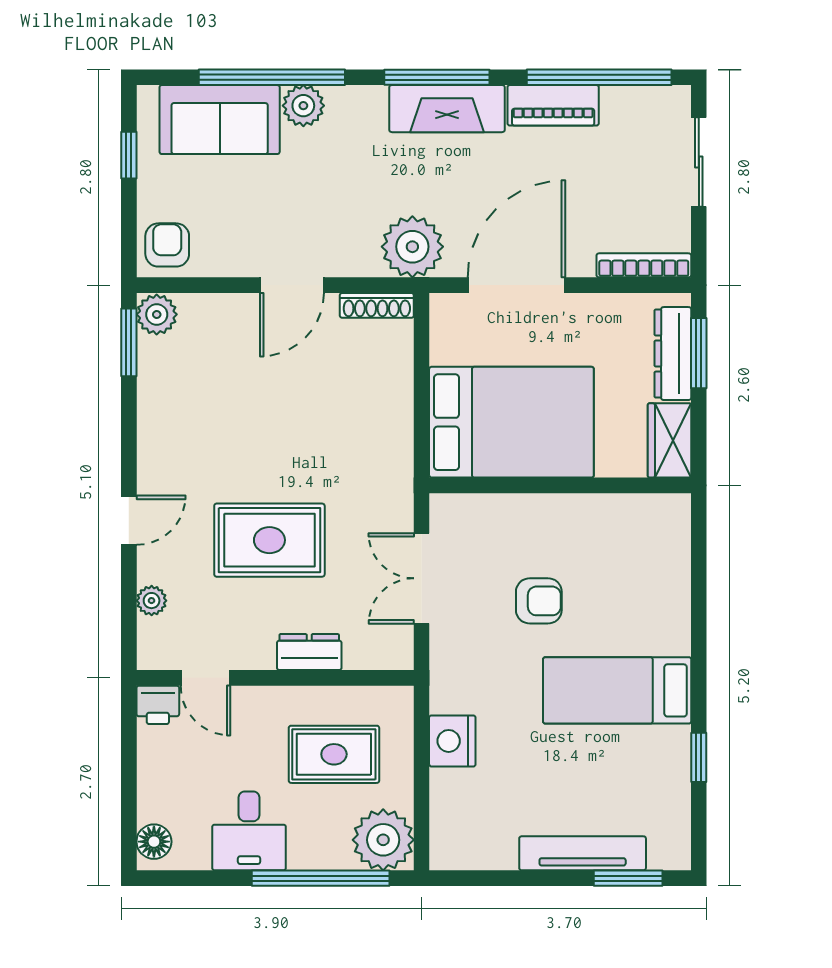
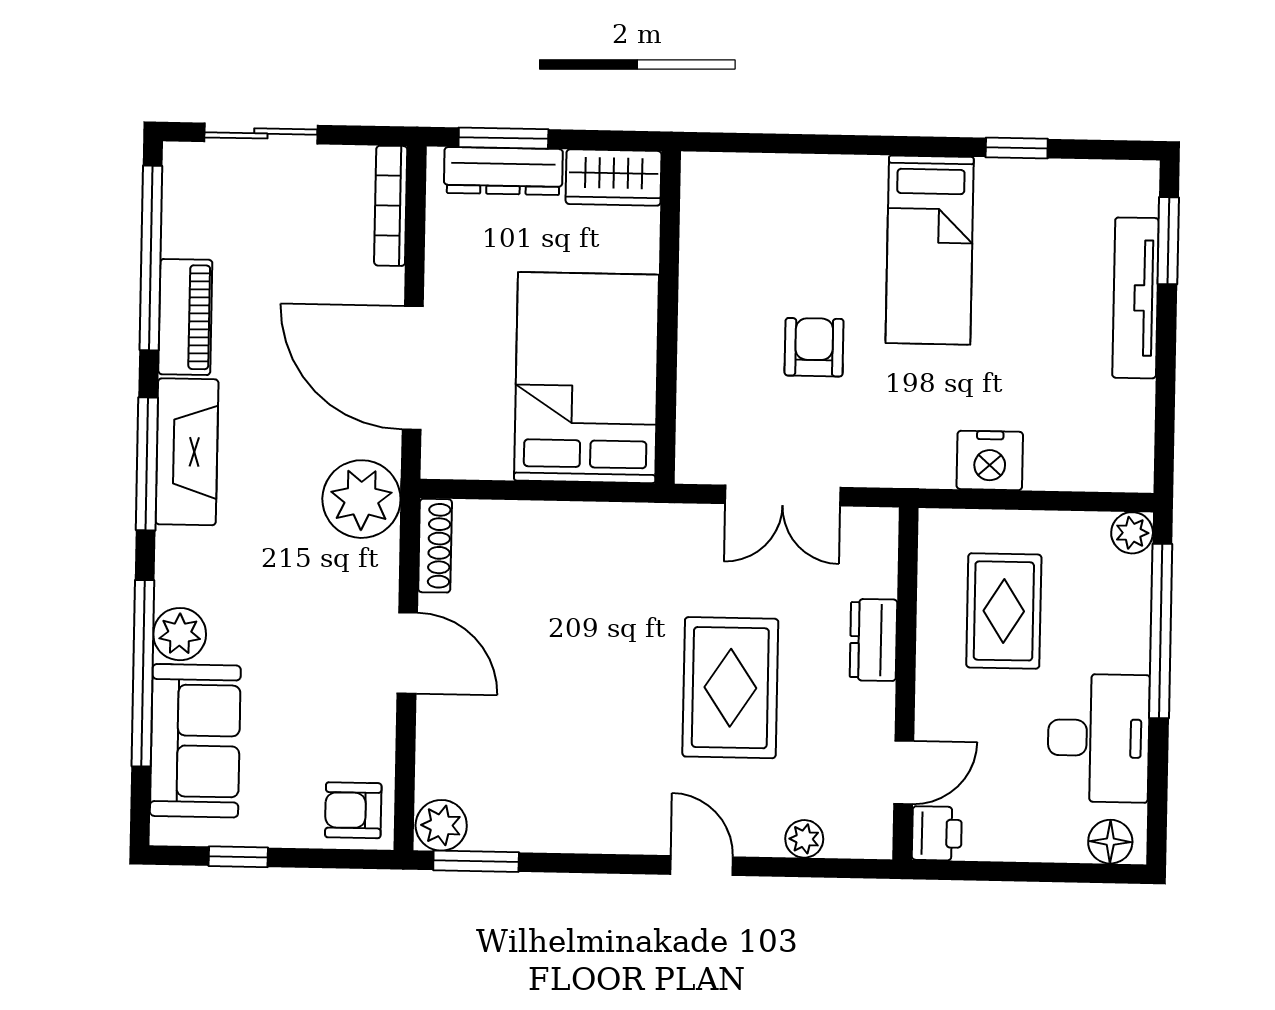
desk: (249, 831) -> (1099, 738), width x1.37
plant: (383, 840) -> (1132, 533), width x0.53, depth x0.53

